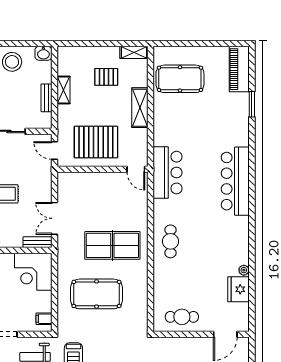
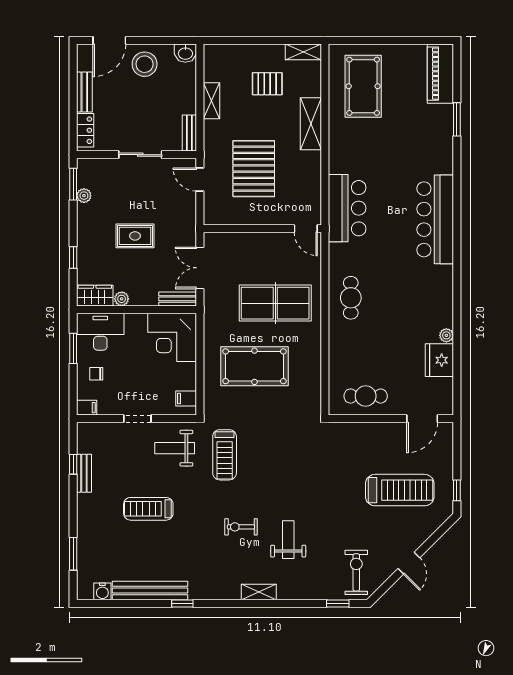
pool table: (180, 79) -> (363, 86), turned 90
bench: (46, 98) -> (189, 133), moved
pallet: (96, 142) -> (254, 169), turned 90
wall: (103, 169) -> (262, 229), moved
door: (136, 169) -> (306, 229), moved

